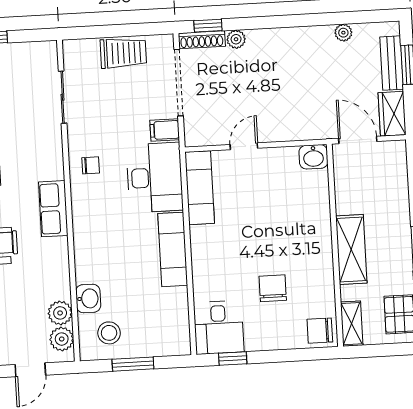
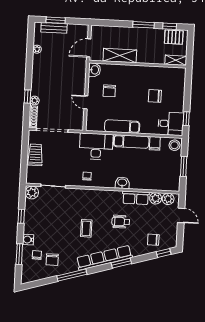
window: (208, 26) -> (28, 97), moved
plant: (44, 54) -> (32, 193), added
wardrobe: (392, 114) -> (78, 30), removed
filing cabinet: (165, 130) -> (155, 143), moved
exam couch: (200, 188) -> (122, 127), moved
row of seats: (53, 209) -> (136, 198), moved
shelving: (351, 250) -> (120, 56), moved
washbasin: (88, 299) -> (122, 183), moved
chair: (320, 331) -> (109, 91), moved
stool: (109, 333) -> (174, 145), moved

